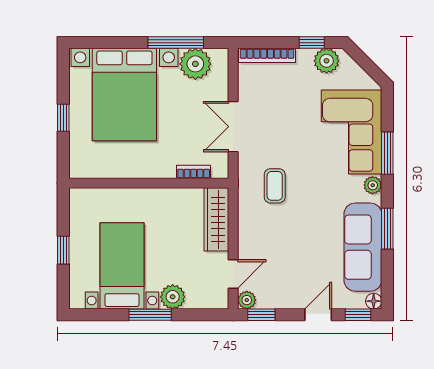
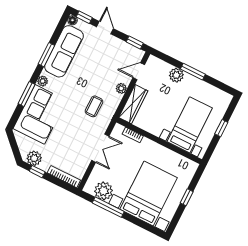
bed with nightstands: (122, 266) -> (190, 125), moved, turned 180
plant: (247, 300) -> (121, 88), moved
door: (318, 315) -> (105, 28), swing flipped

